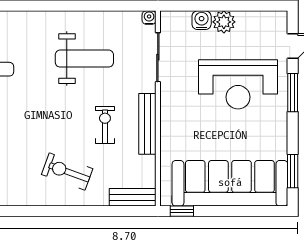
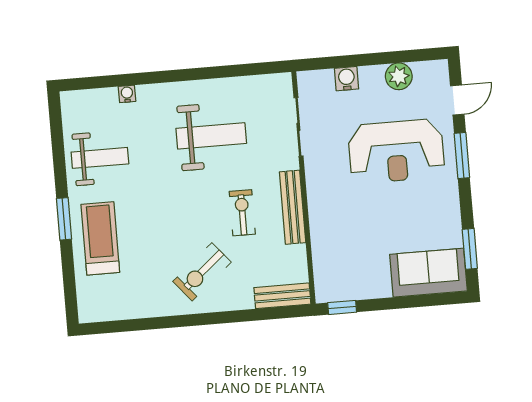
water cooler: (149, 18) -> (127, 94), moved
plant: (224, 22) -> (399, 76), moved
exercise bike: (67, 172) -> (202, 272), turned -60
sofa: (230, 183) -> (428, 273), width x0.54, depth x0.79

